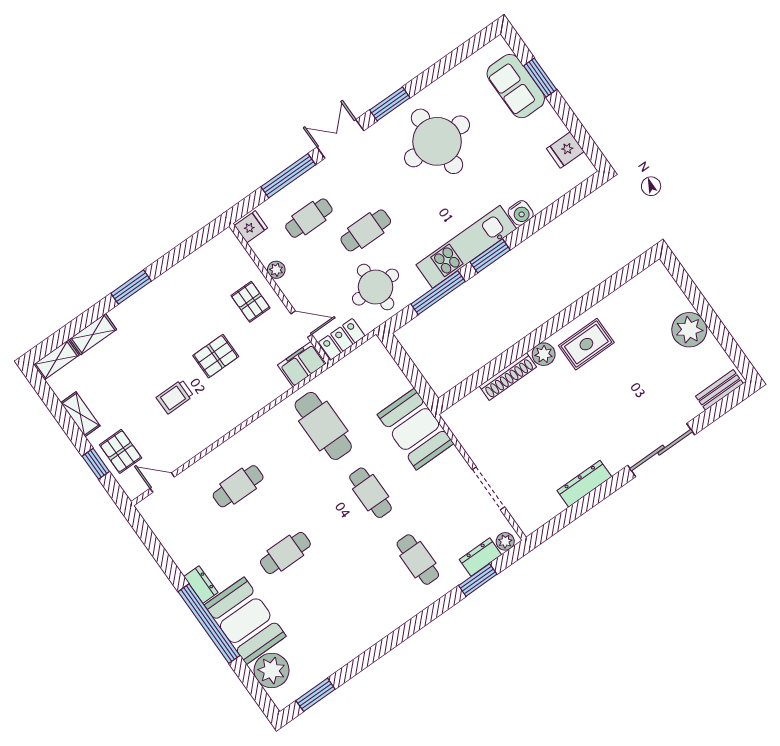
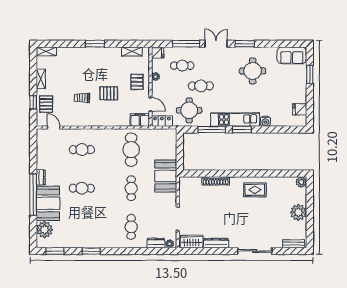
sofa: (516, 86) -> (292, 55), moved, turned -90
round table: (437, 141) -> (253, 71), width x0.73, depth x0.73
shelving: (93, 334) -> (132, 51), moved
plant: (544, 354) -> (301, 182), moved
wardrobe: (540, 511) -> (192, 242), added
window: (478, 580) -> (91, 251), moved

